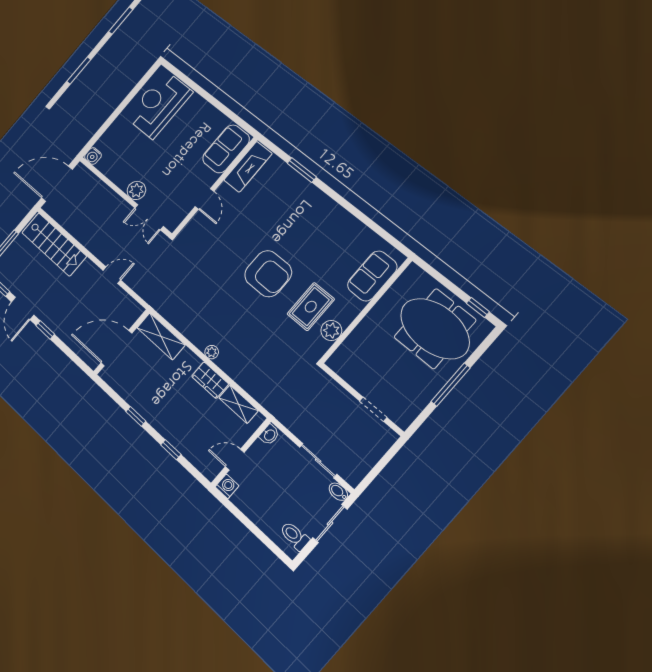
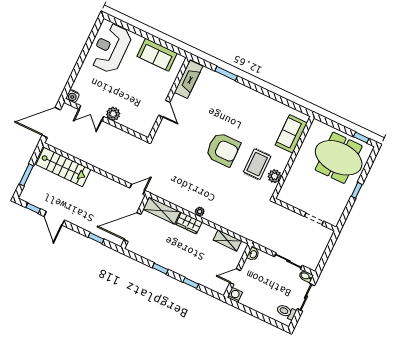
sofa: (226, 149) -> (157, 55), moved, turned -90
double door: (149, 217) -> (91, 113), moved
door: (112, 275) -> (137, 189), moved
window: (45, 330) -> (96, 238), moved
wardrobe: (210, 380) -> (189, 223), moved
window: (451, 385) -> (357, 190), width x0.46

